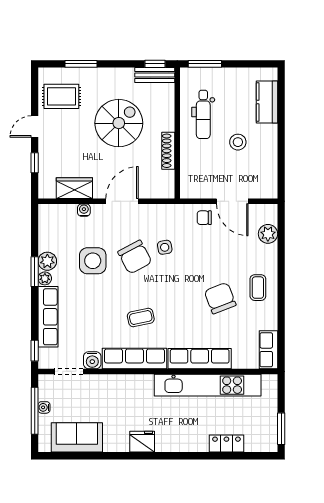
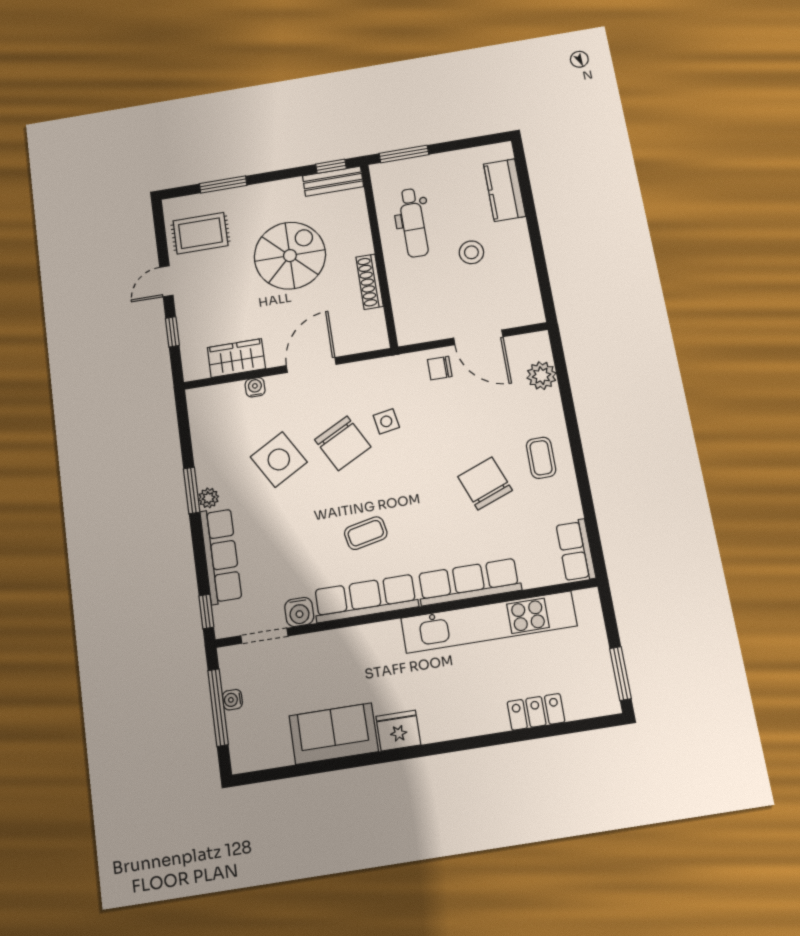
plant: (47, 261) -> (209, 472), removed
side table: (93, 261) -> (279, 459), turned -30
sofa: (77, 437) -> (334, 734), moved

